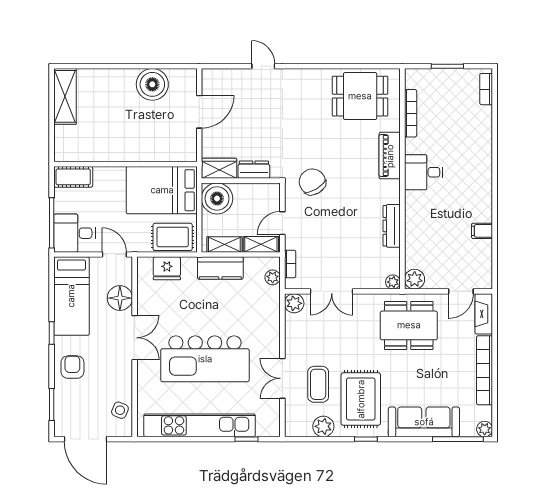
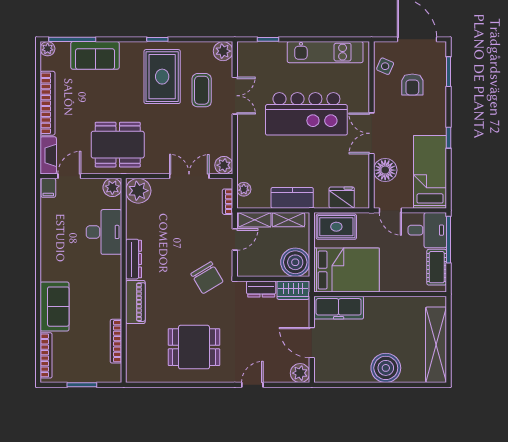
door: (263, 66) -> (252, 385), swing flipped
plant: (212, 79) -> (300, 373), added
boiler: (152, 84) -> (386, 368), moved
bookcase: (486, 89) -> (46, 355), width x1.56
shelving: (65, 96) -> (436, 345), width x1.47
dining table: (360, 96) -> (194, 347), moved
door: (199, 112) -> (312, 343), hinge flipped
freezer: (170, 149) -> (339, 308), added
sofa: (477, 151) -> (55, 307), added
desk: (424, 172) -> (104, 232), moved, width x1.37
cot: (73, 177) -> (437, 267), moved, turned 90
dresser: (392, 226) -> (134, 259), moved
filing cabinet: (482, 231) -> (48, 188), moved, turned 90
plant: (393, 282) -> (138, 191), width x1.87, depth x1.87
kitchen island: (205, 359) -> (306, 114), turned 180
armchair: (72, 367) -> (412, 85), moved
sofa: (424, 422) -> (95, 55), width x0.73
kitchen unit: (200, 425) -> (325, 52), width x0.73
plant: (323, 426) -> (223, 51), moved

